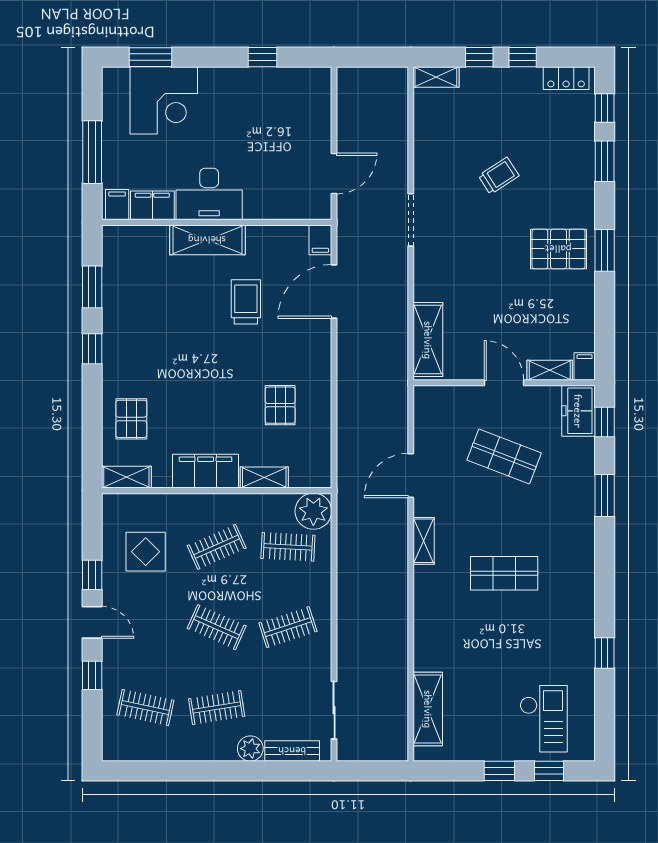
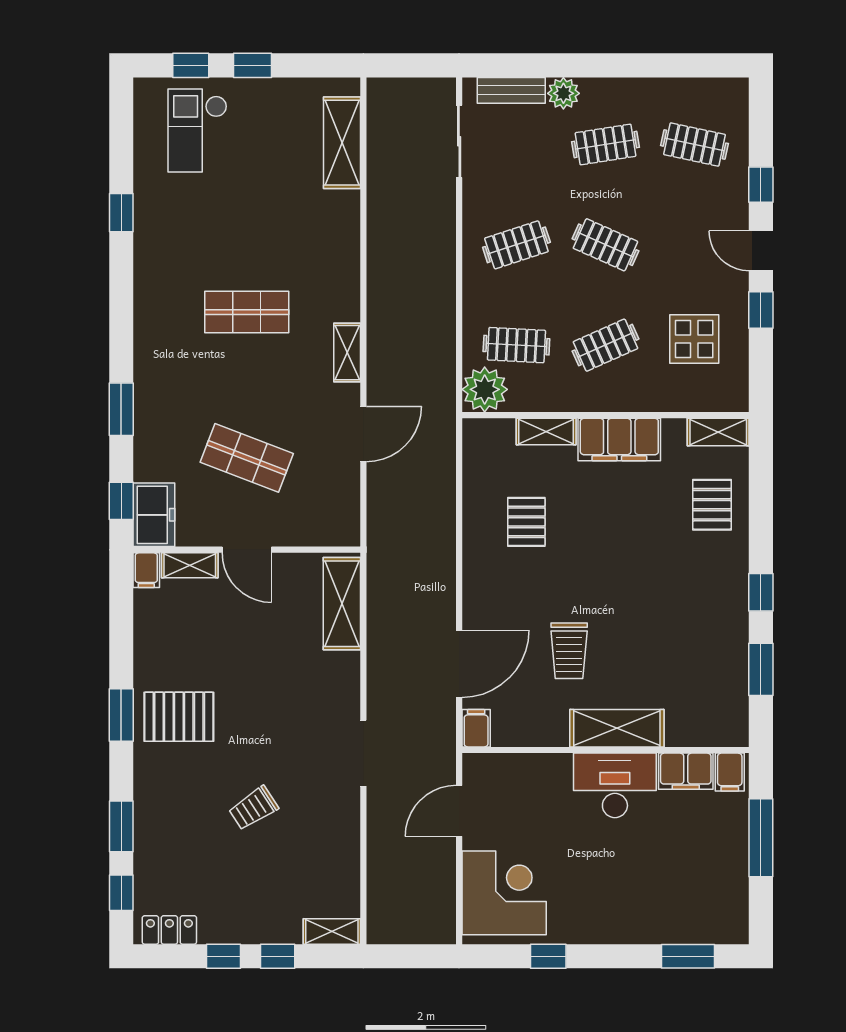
corner desk: (164, 100) -> (504, 893), moved, turned 90

